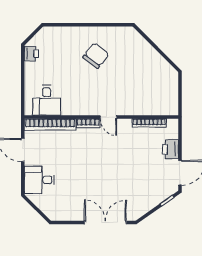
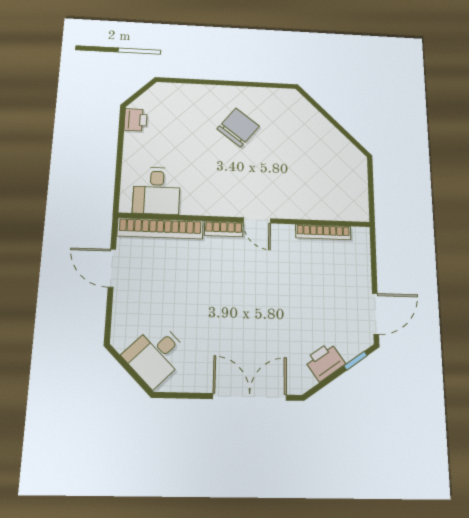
printer: (170, 149) -> (325, 362), moved, turned 55
desk: (39, 180) -> (156, 355), moved, turned -45

